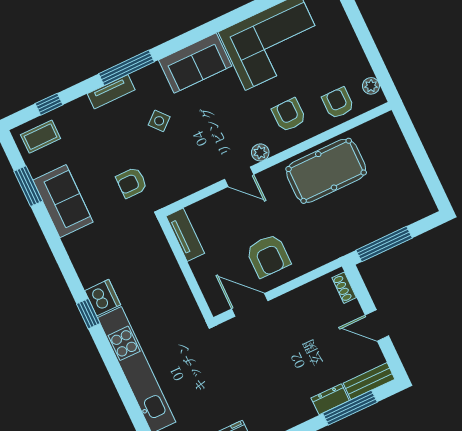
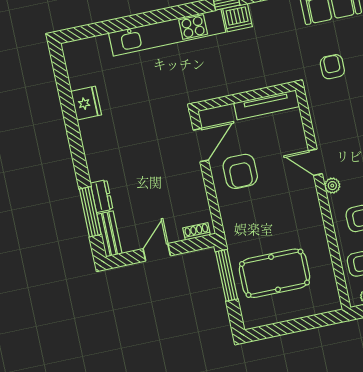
pool table: (326, 171) -> (274, 273), moved, turned 90
door: (239, 177) -> (315, 162), hinge flipped
tv unit: (185, 235) -> (267, 105), width x1.41
armchair: (268, 256) -> (240, 171), turned -90

